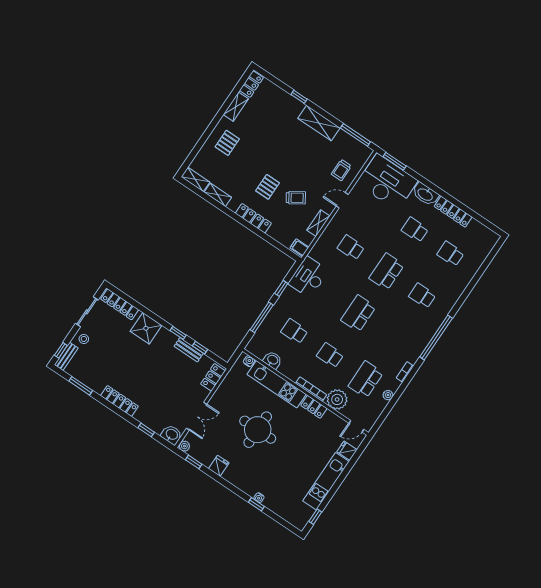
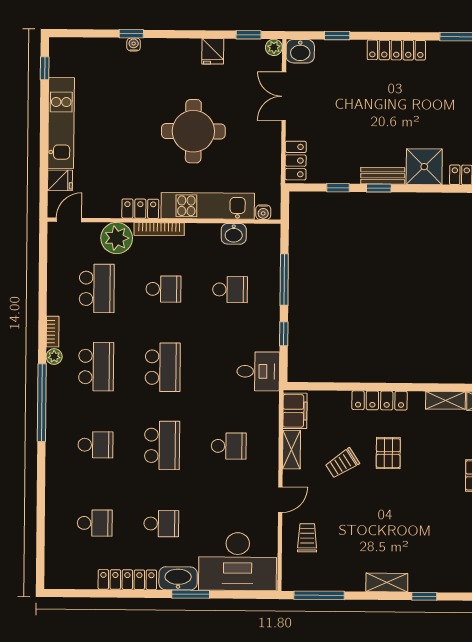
shelving: (319, 123) -> (387, 582), width x0.67, depth x0.75
window: (395, 161) -> (191, 594), moved
filing cabinet: (299, 248) -> (295, 411), width x2.00
desk: (308, 277) -> (258, 371), width x0.73
school desk: (394, 338) -> (96, 367), added
bench: (189, 350) -> (383, 176), moved
plant: (388, 395) -> (54, 356), moved

